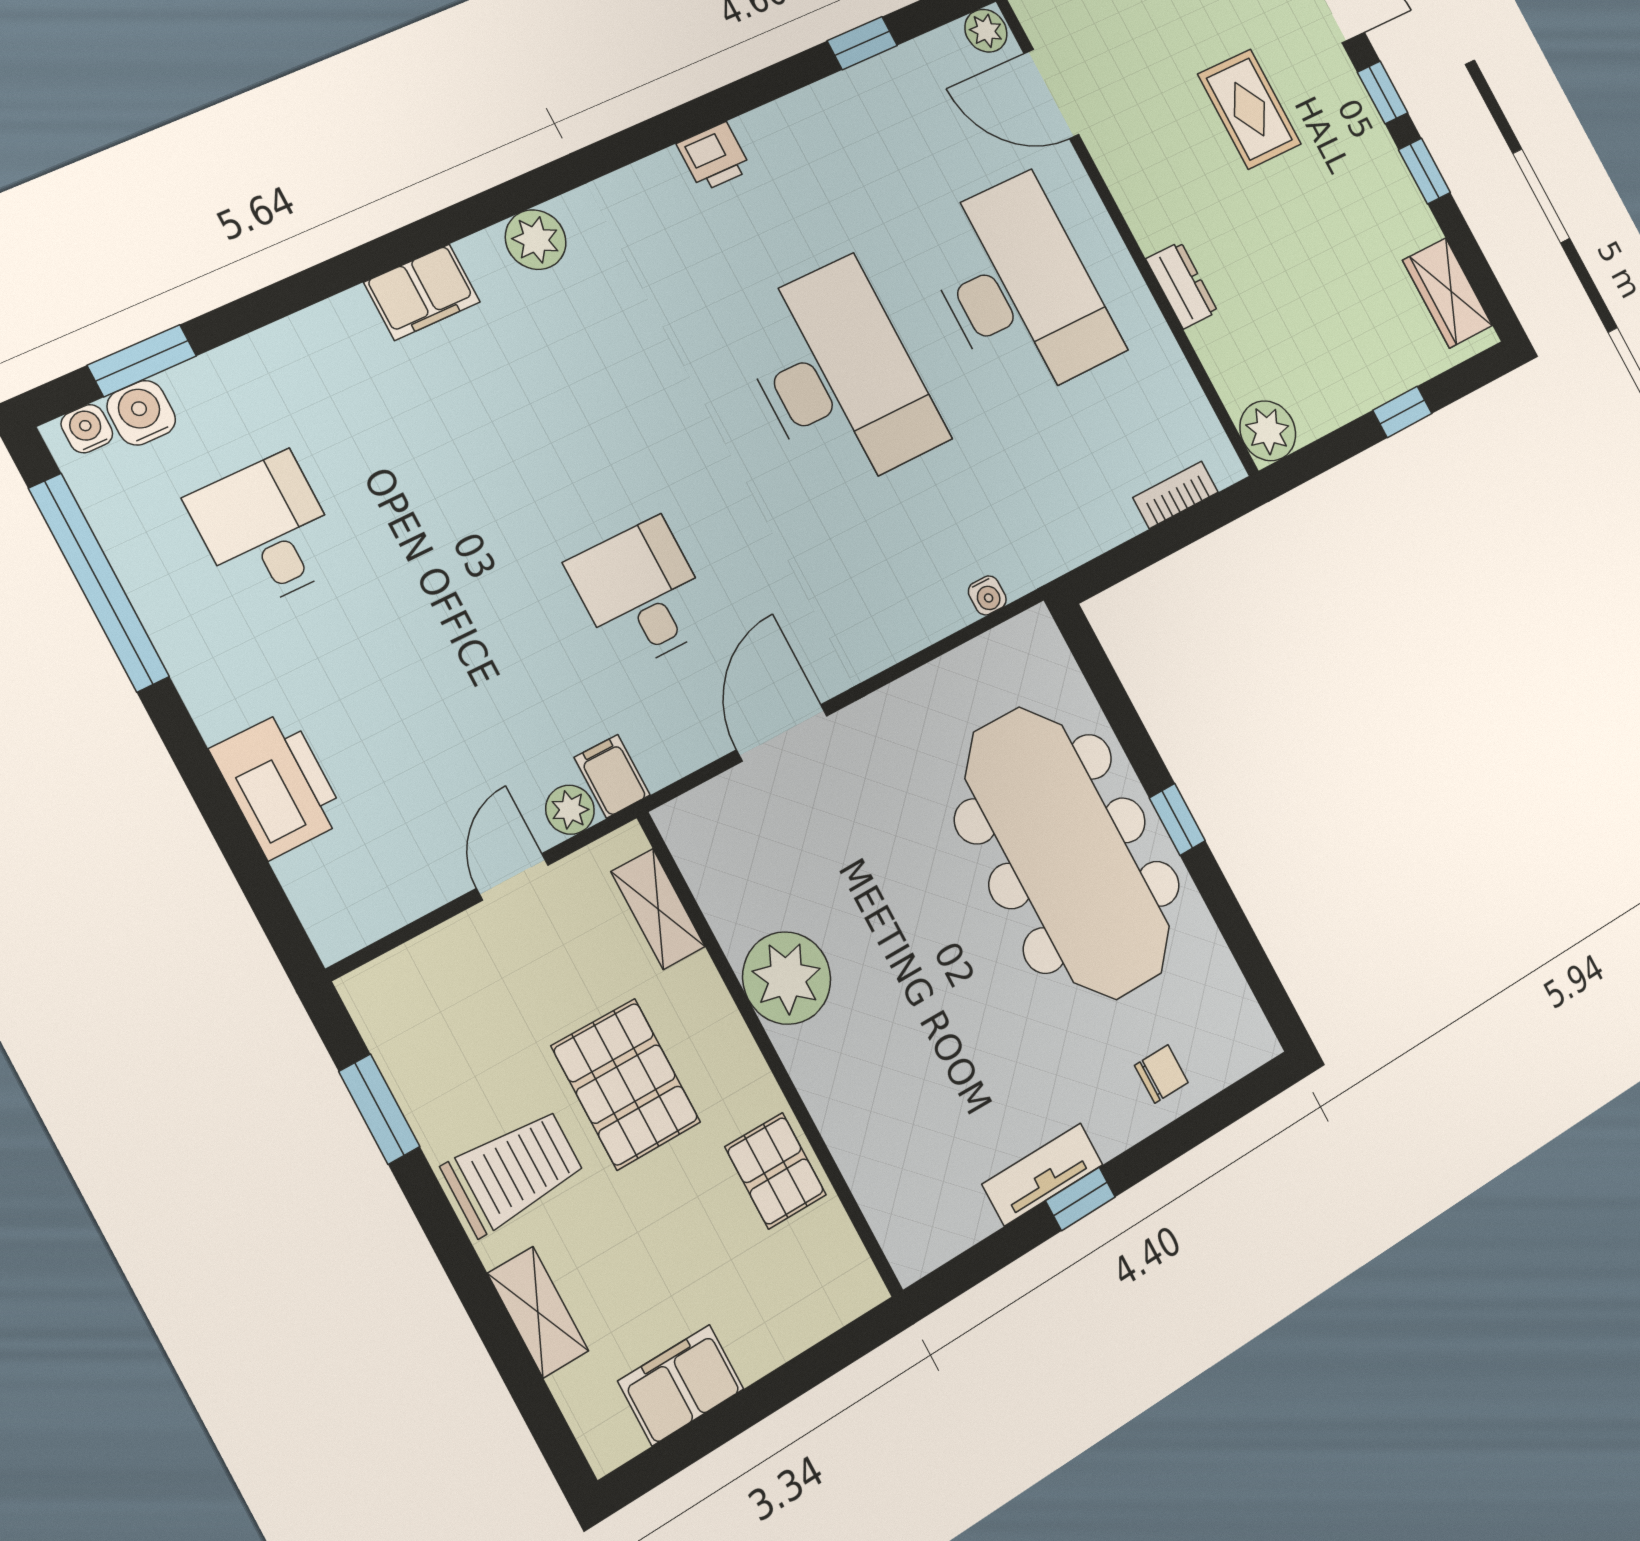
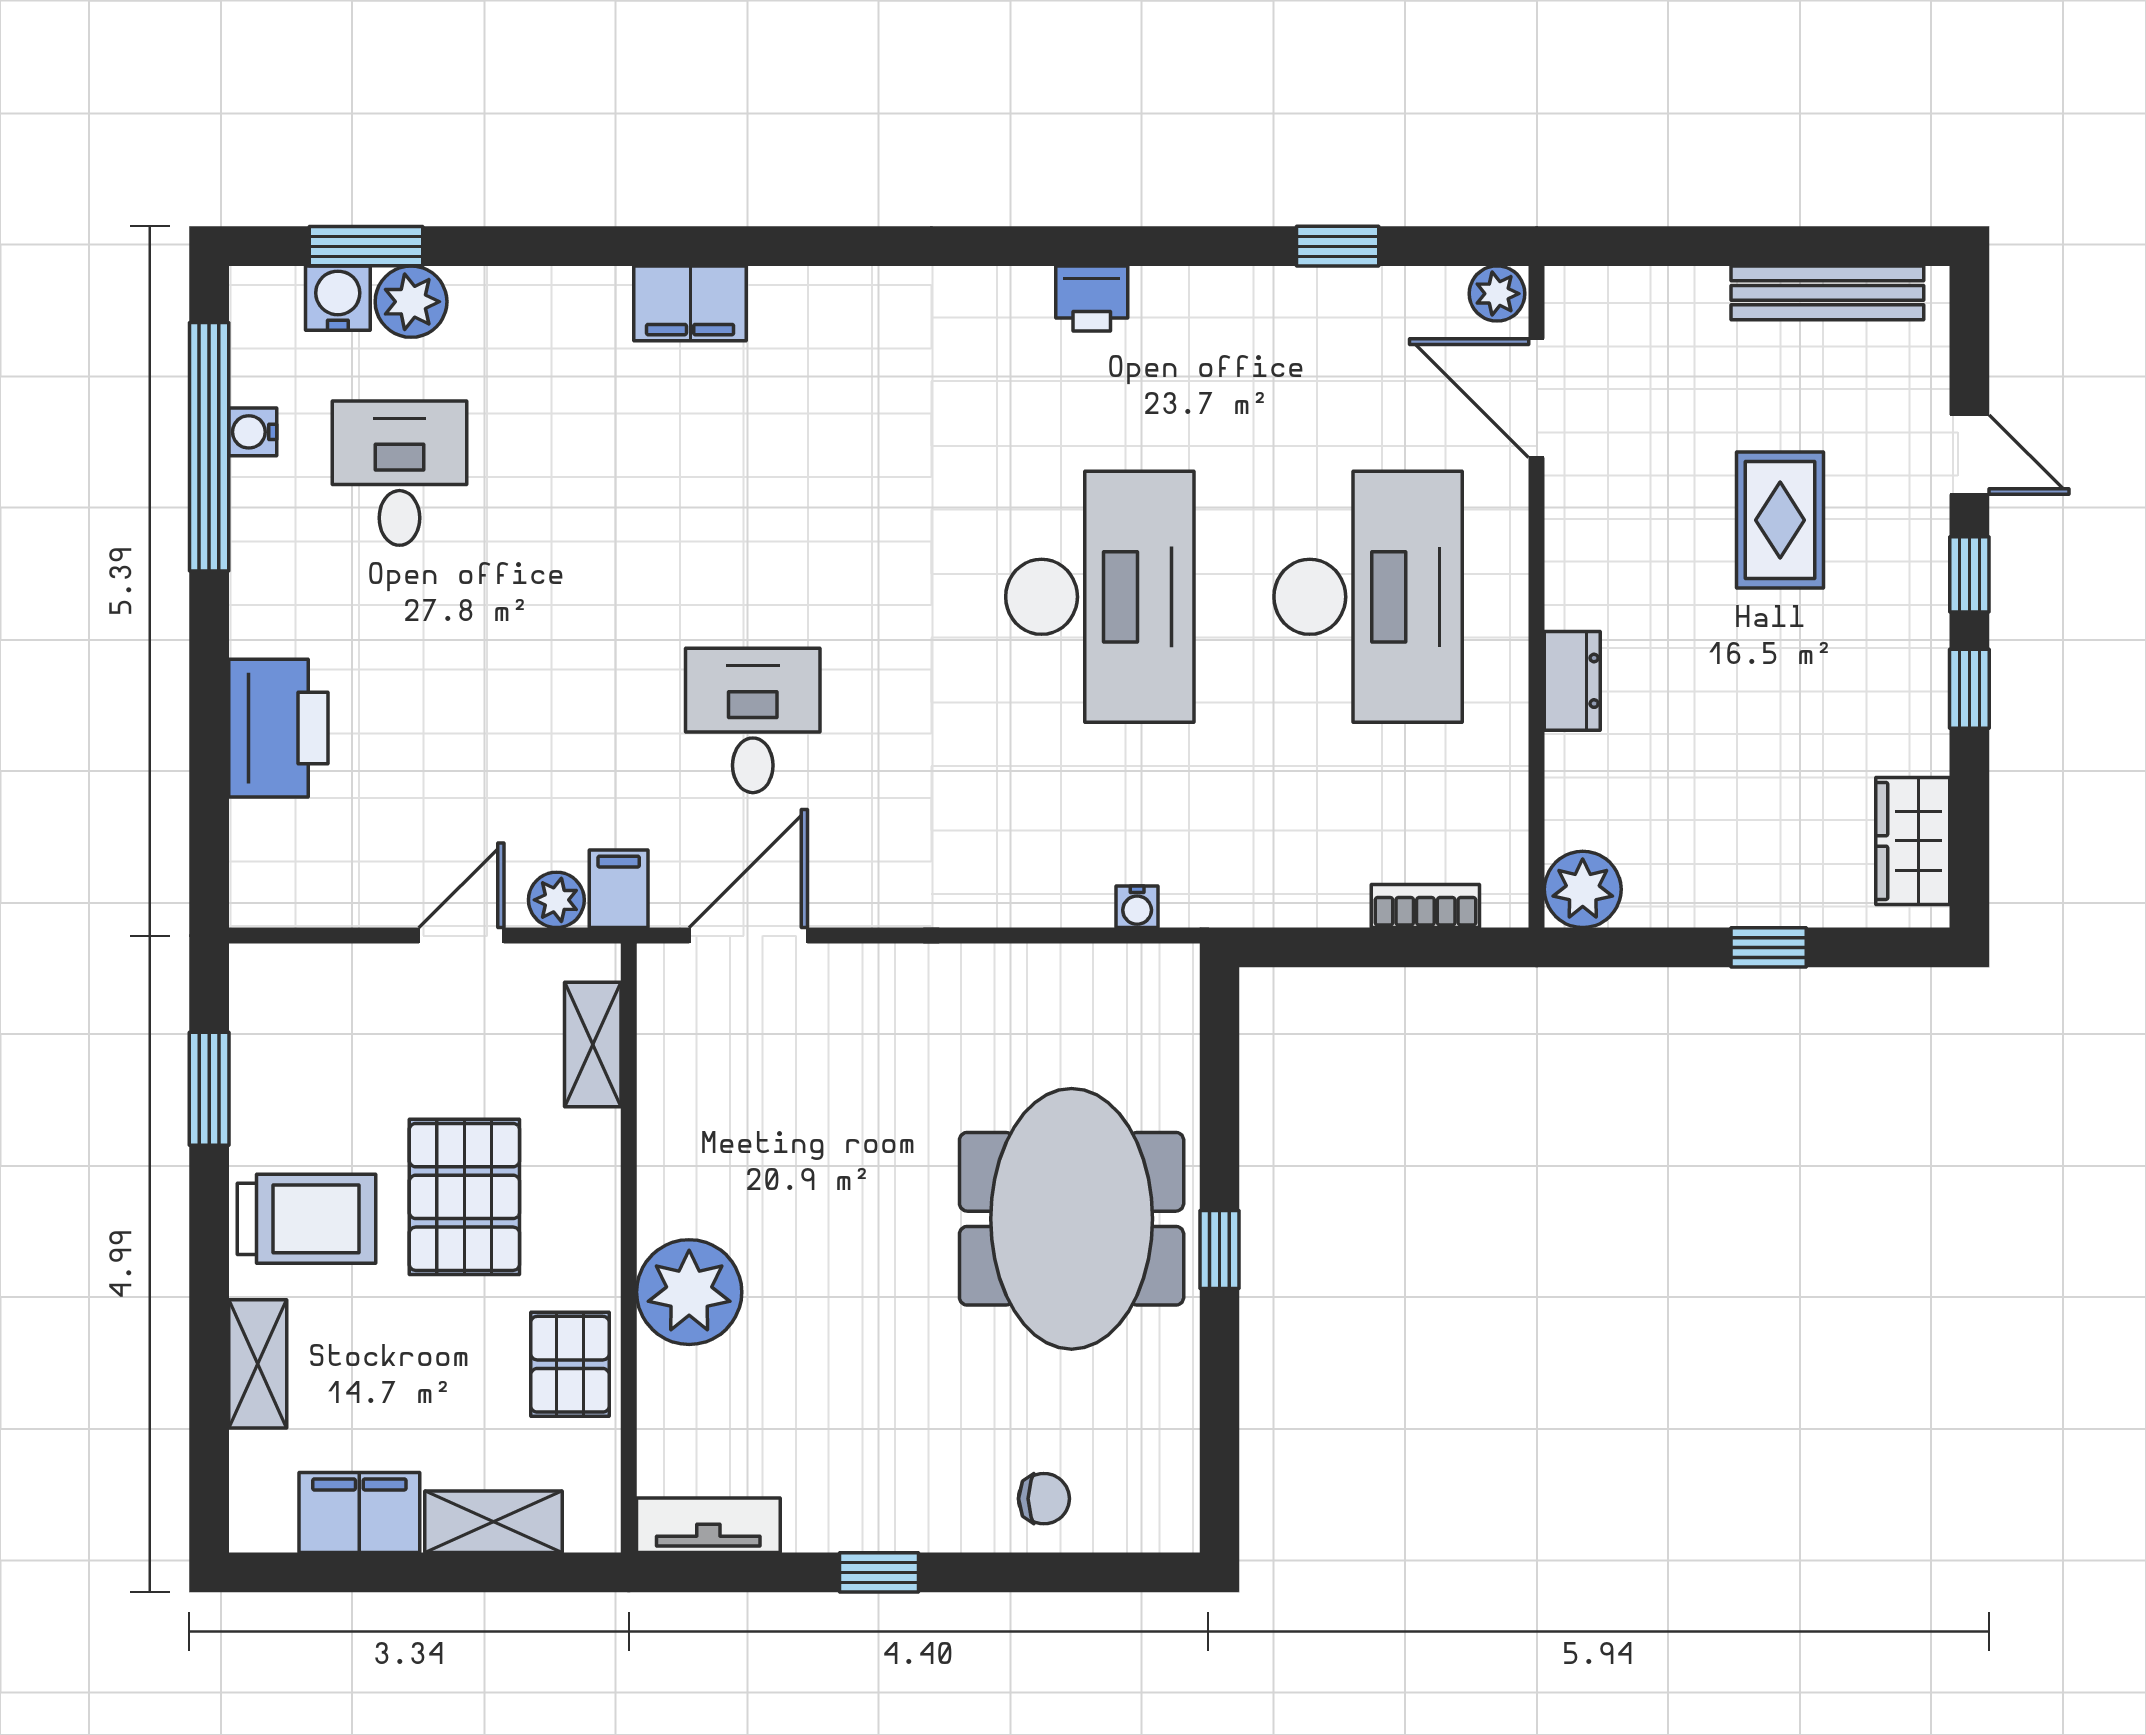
plant: (536, 240) -> (411, 302), moved
water cooler: (87, 429) -> (253, 432), moved, turned -90
door: (782, 733) -> (748, 936), moved
meeting table: (1068, 853) -> (1072, 1219), width x0.73
plant: (787, 978) -> (689, 1292), moved
tv unit: (1043, 1174) -> (708, 1525), moved
shelving: (786, 1330) -> (493, 1522), added

